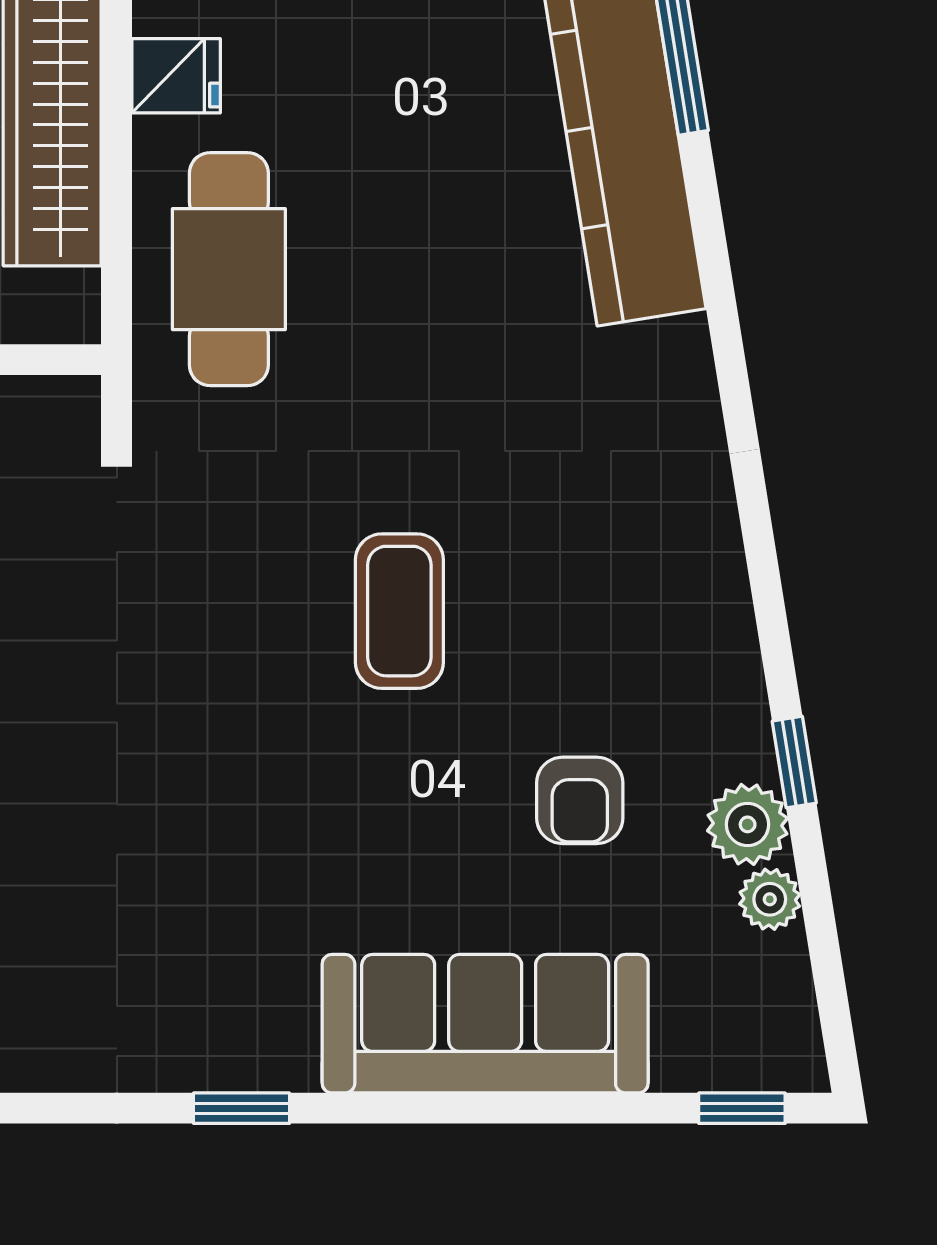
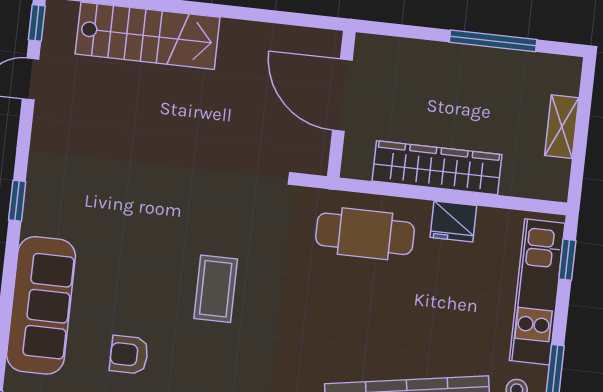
fridge: (176, 76) -> (453, 221), width x1.38
coffee table: (399, 611) -> (216, 289), turned 90

